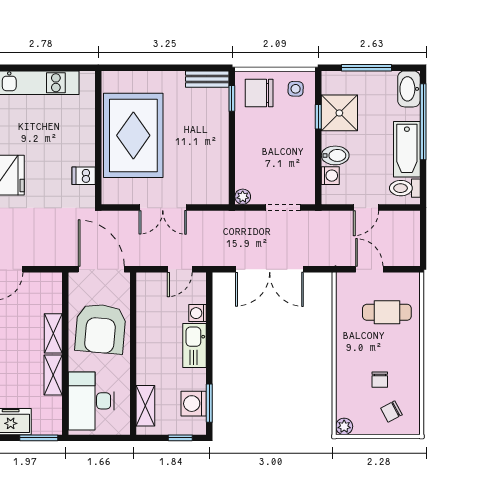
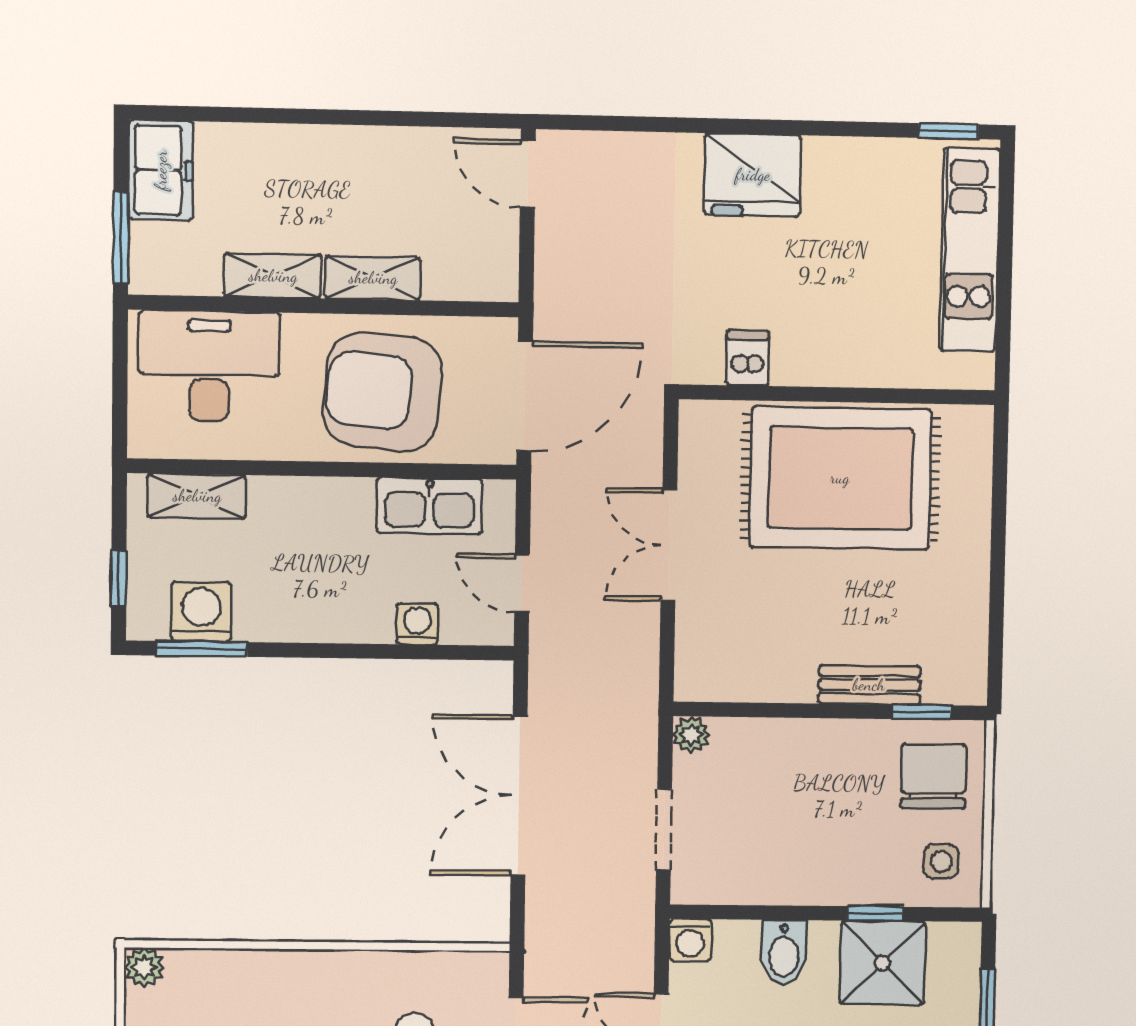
bench: (207, 79) -> (869, 685), moved, turned 90
washing machine: (330, 176) -> (690, 940), moved
kitchen sink: (195, 345) -> (429, 506), moved, turned 180

